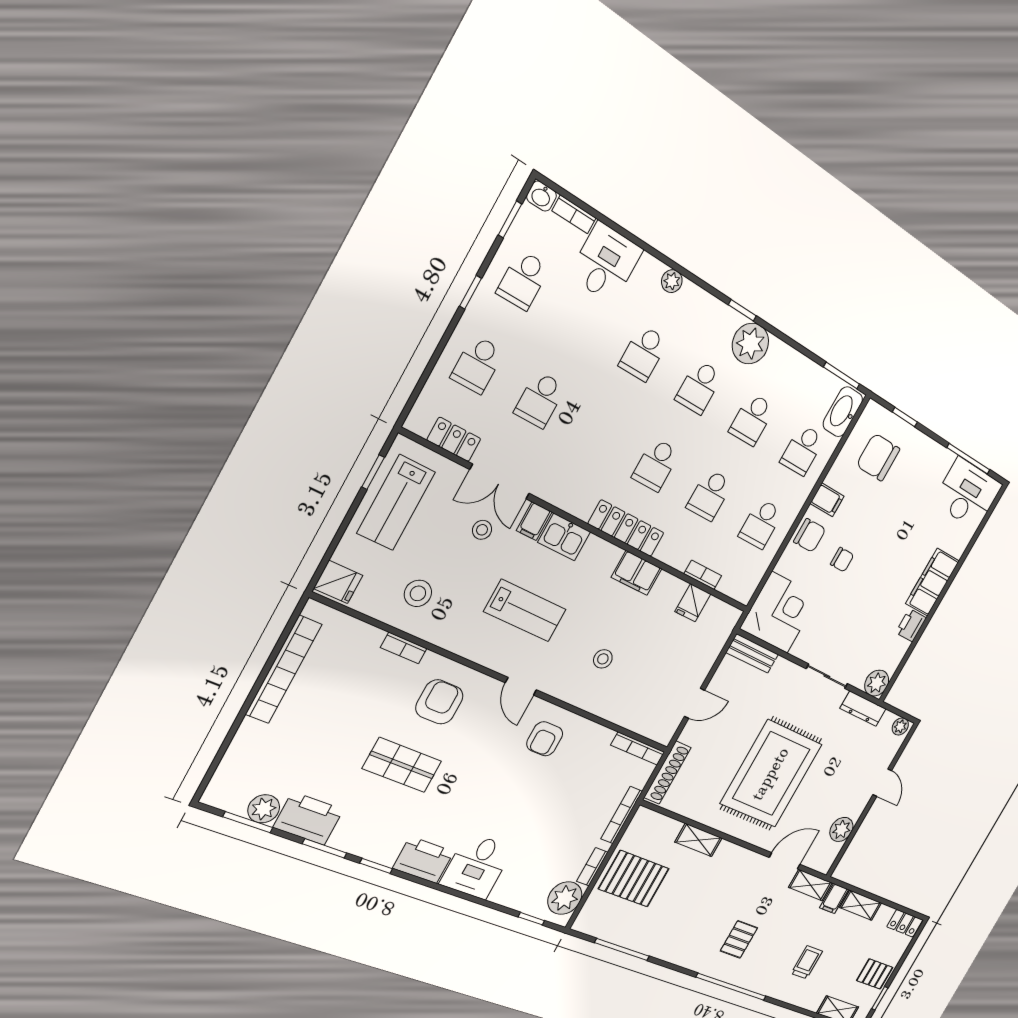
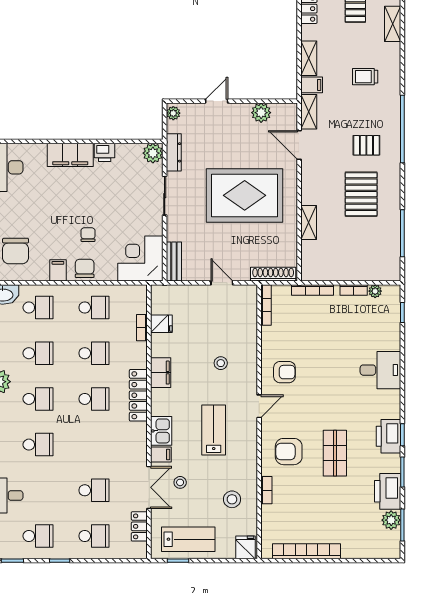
printer: (423, 860) -> (388, 436), moved
pallet: (634, 879) -> (361, 194), moved
plant: (565, 898) -> (375, 291), width x0.53, depth x0.53

